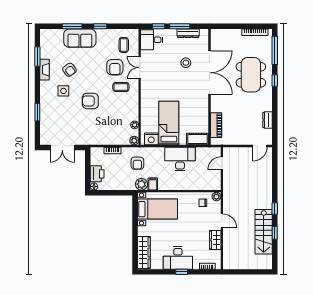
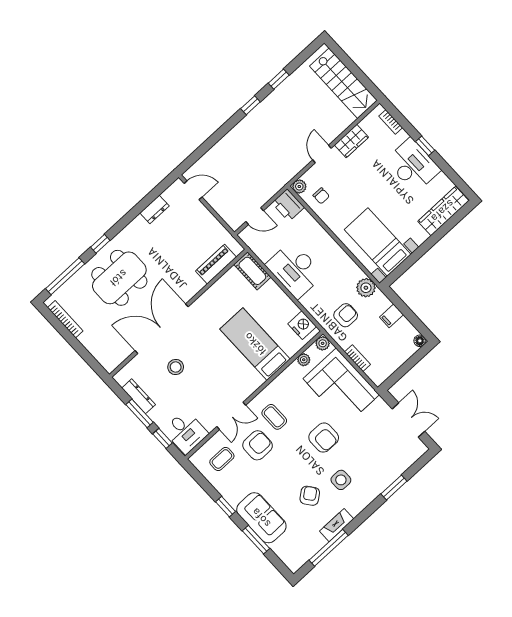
window: (37, 56) -> (329, 548), width x1.44
bed: (169, 123) -> (255, 344), moved, turned 90
corner sofa: (106, 131) -> (341, 387), added
printer: (97, 174) -> (288, 205), moved, turned -90
filing cabinet: (153, 184) -> (391, 316), moved
stairs: (264, 232) -> (343, 83), moved, turned 90

